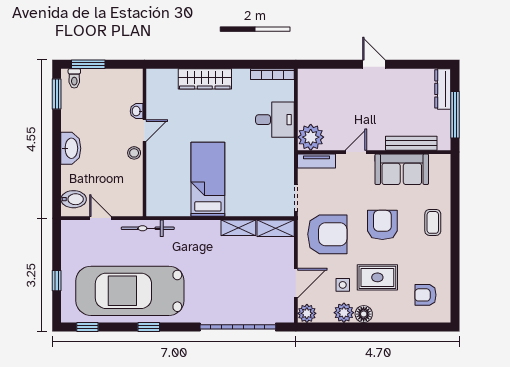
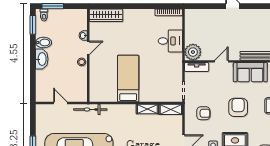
wardrobe: (205, 79) -> (106, 15), moved
bidet: (74, 199) -> (43, 42), moved
armchair: (327, 234) -> (203, 113), width x0.53, depth x0.53

